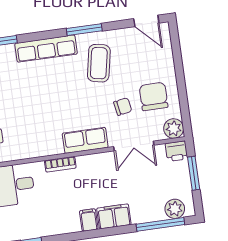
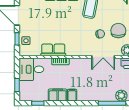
row of seats: (85, 140) -> (53, 50), moved
filing cabinet: (114, 216) -> (58, 95), moved

